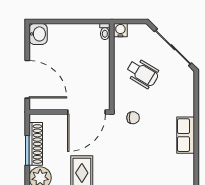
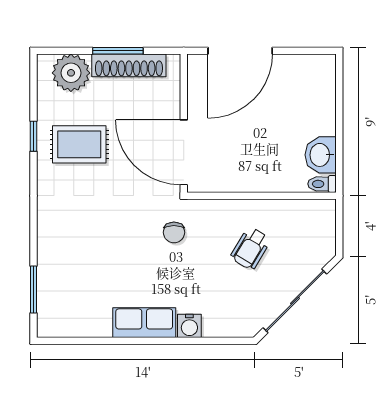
water cooler: (120, 30) -> (189, 326), moved, turned 90
washbasin: (38, 34) -> (321, 155), moved, turned 90
wheelchair: (142, 73) -> (250, 248), width x0.73, depth x0.73

